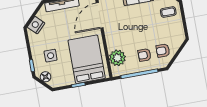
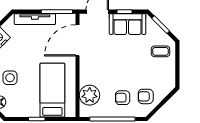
bed: (87, 59) -> (52, 90), width x0.67

